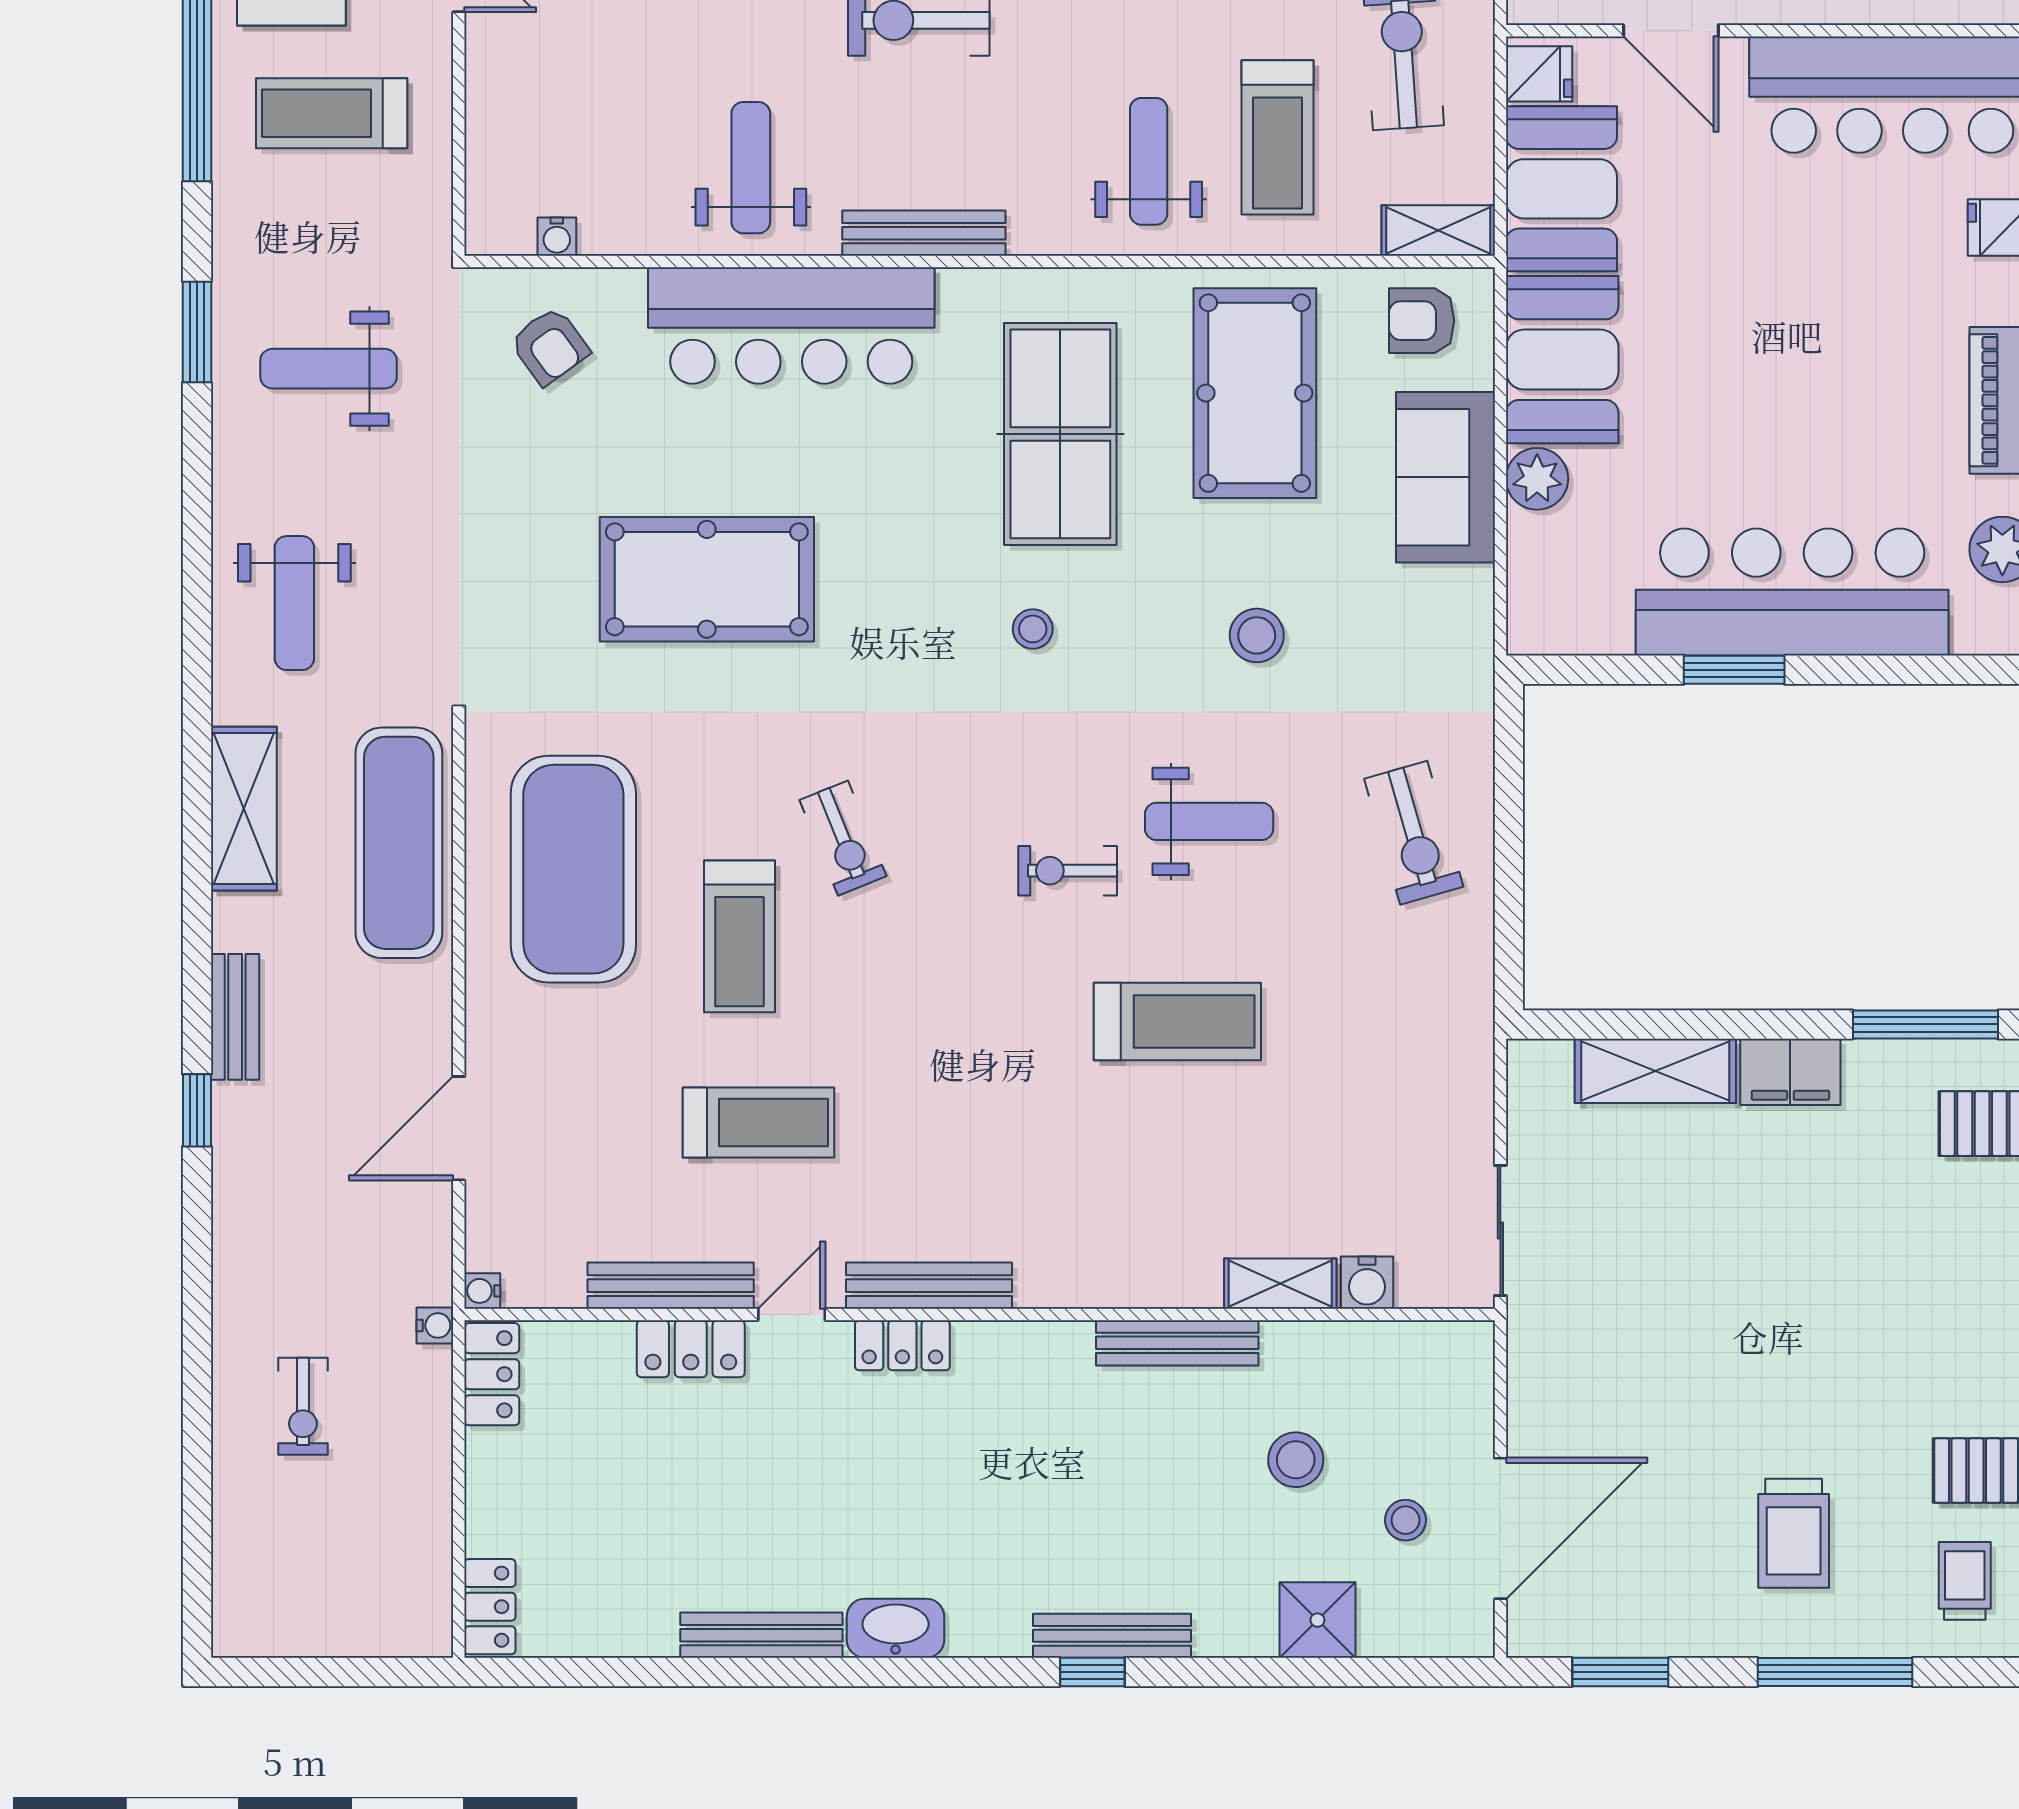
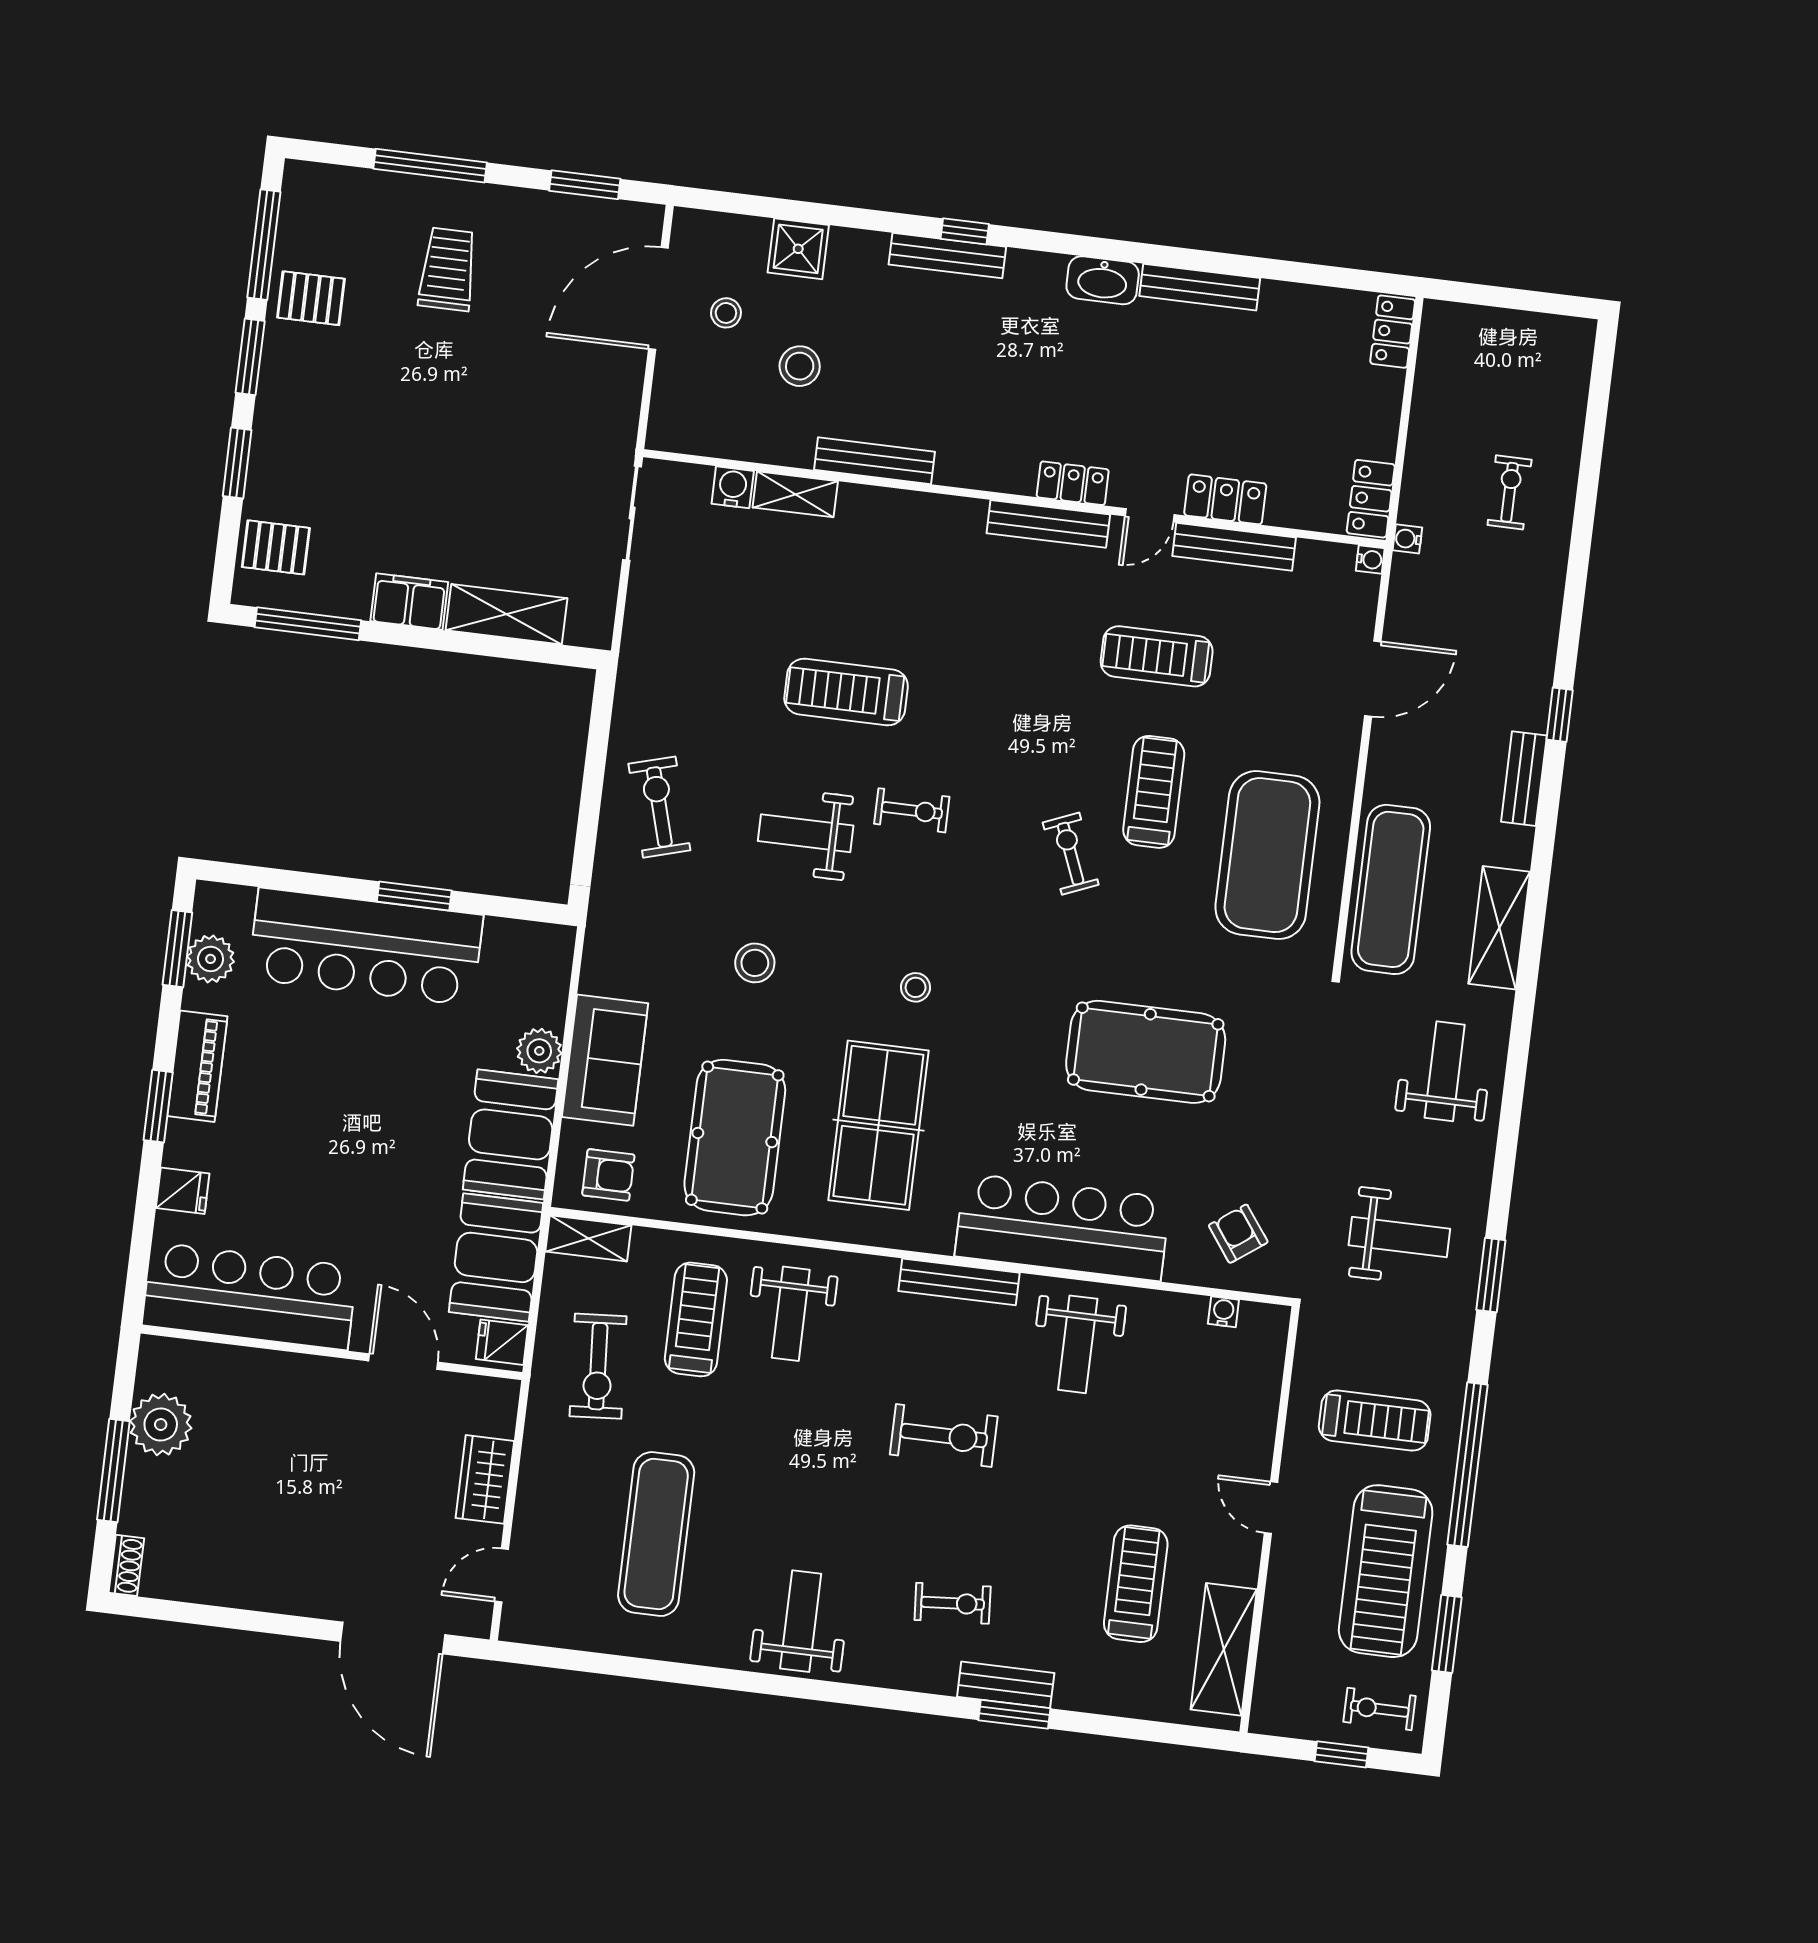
trolley: (1965, 1581) -> (329, 220), removed

